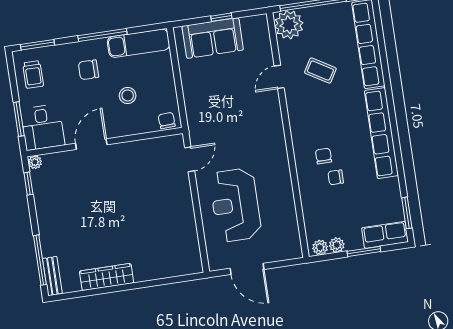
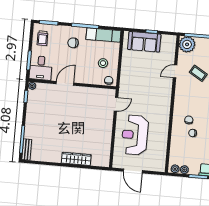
stool: (128, 95) -> (103, 63), moved
wardrobe: (107, 277) -> (76, 159), moved

